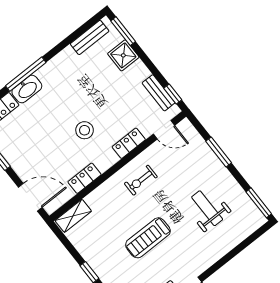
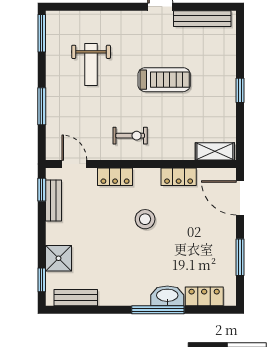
window: (123, 31) -> (42, 280), width x0.67

